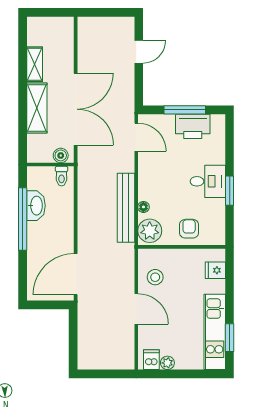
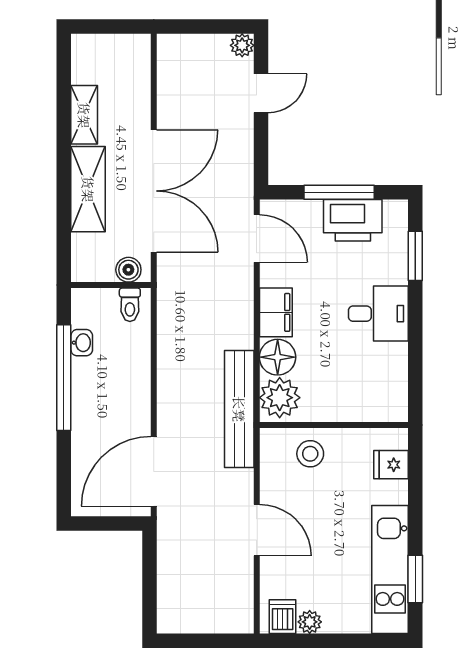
plant: (128, 23) -> (242, 45), added
filing cabinet: (147, 181) -> (276, 312), added
window: (230, 191) -> (415, 256), moved
washbasin: (36, 206) -> (82, 343), width x0.52, depth x0.69
floor lamp: (143, 207) -> (278, 357), width x1.89, depth x1.89
bench: (126, 208) -> (239, 409), moved
armchair: (189, 229) -> (346, 394), removed
stool: (155, 277) -> (310, 454), moved

